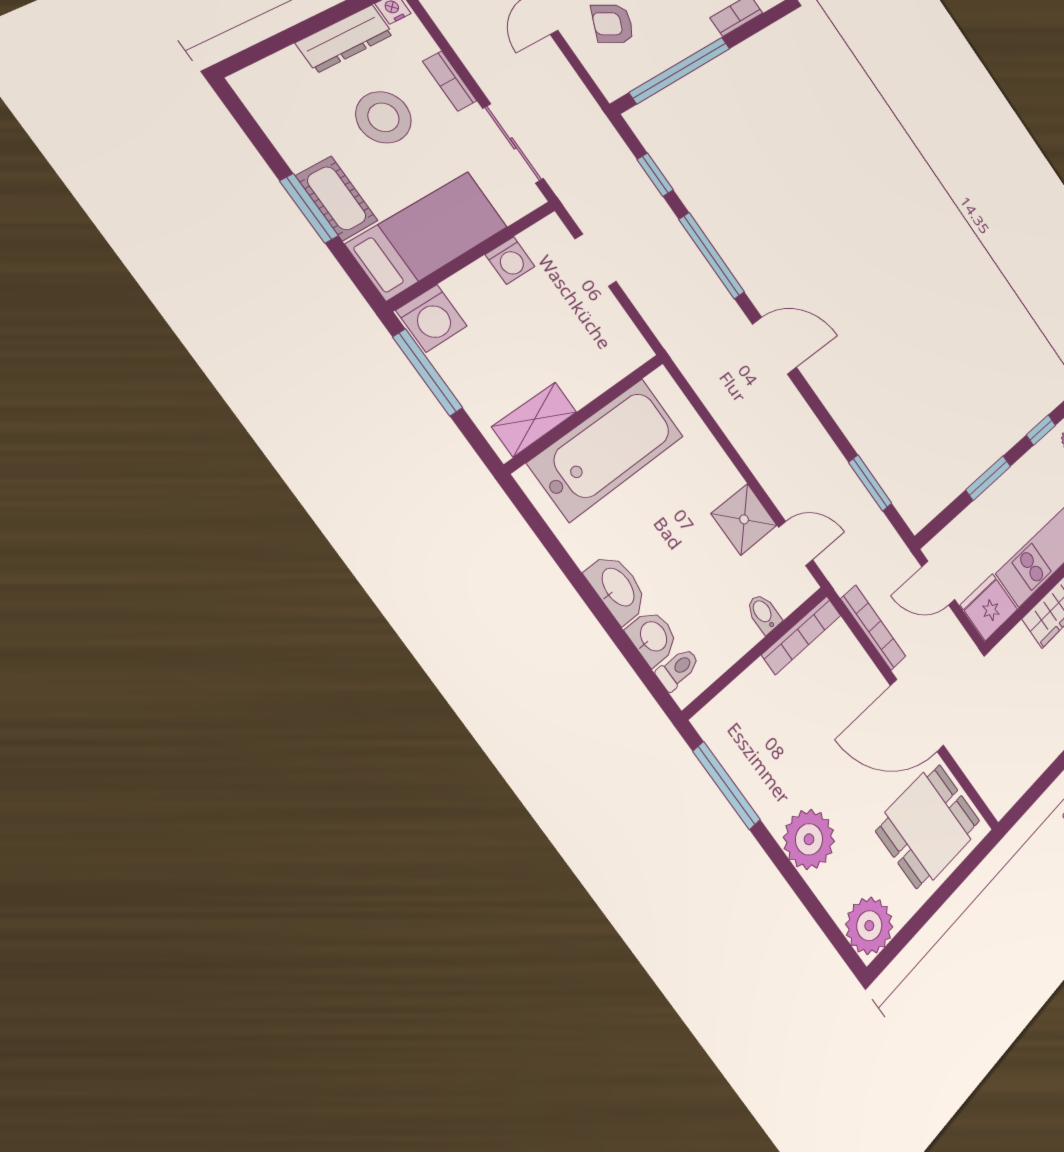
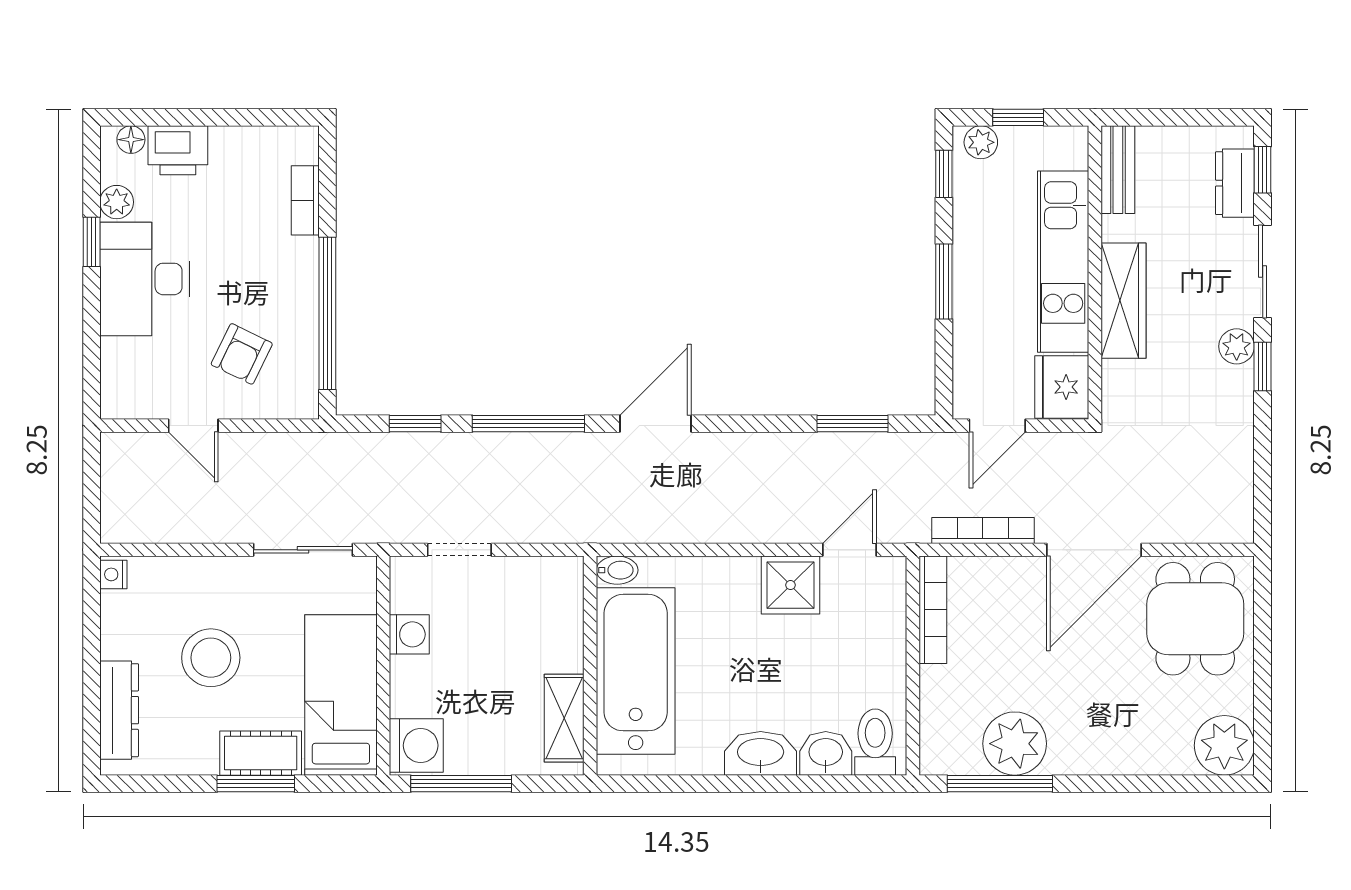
dresser: (345, 39) -> (119, 710), moved
bookcase: (450, 81) -> (210, 569), removed
bidet: (764, 613) -> (617, 570), moved, turned 180
toilet: (678, 669) -> (875, 742), width x1.37, depth x1.39
plant: (809, 839) -> (1015, 744), moved

